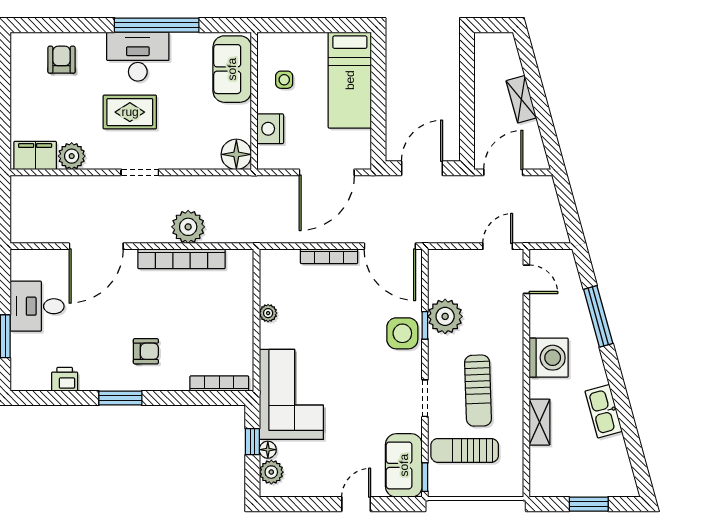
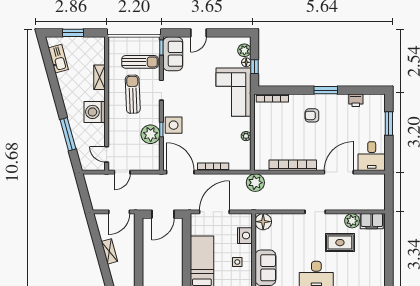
armchair: (62, 60) -> (357, 273), removed
rug: (130, 112) -> (340, 243), moved
plant: (188, 227) -> (255, 183), moved
desk: (37, 306) -> (372, 156), moved, turned 90
kitchen sink: (604, 411) -> (58, 59), moved

